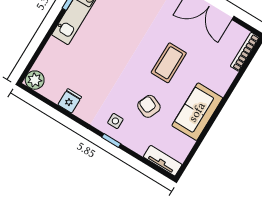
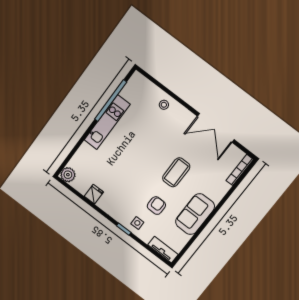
armchair: (149, 106) -> (156, 206), turned 67
side table: (115, 121) -> (137, 223), moved

